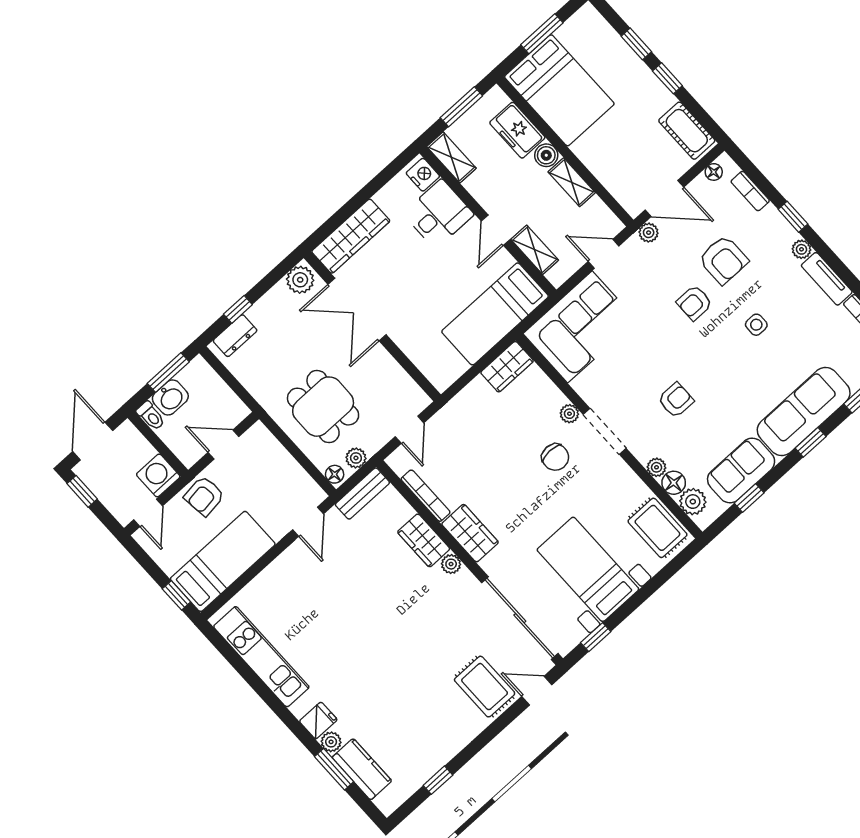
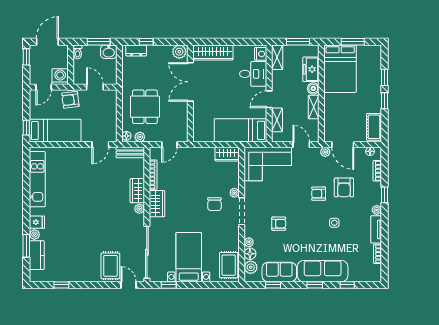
washbasin: (170, 397) -> (109, 52), moved

